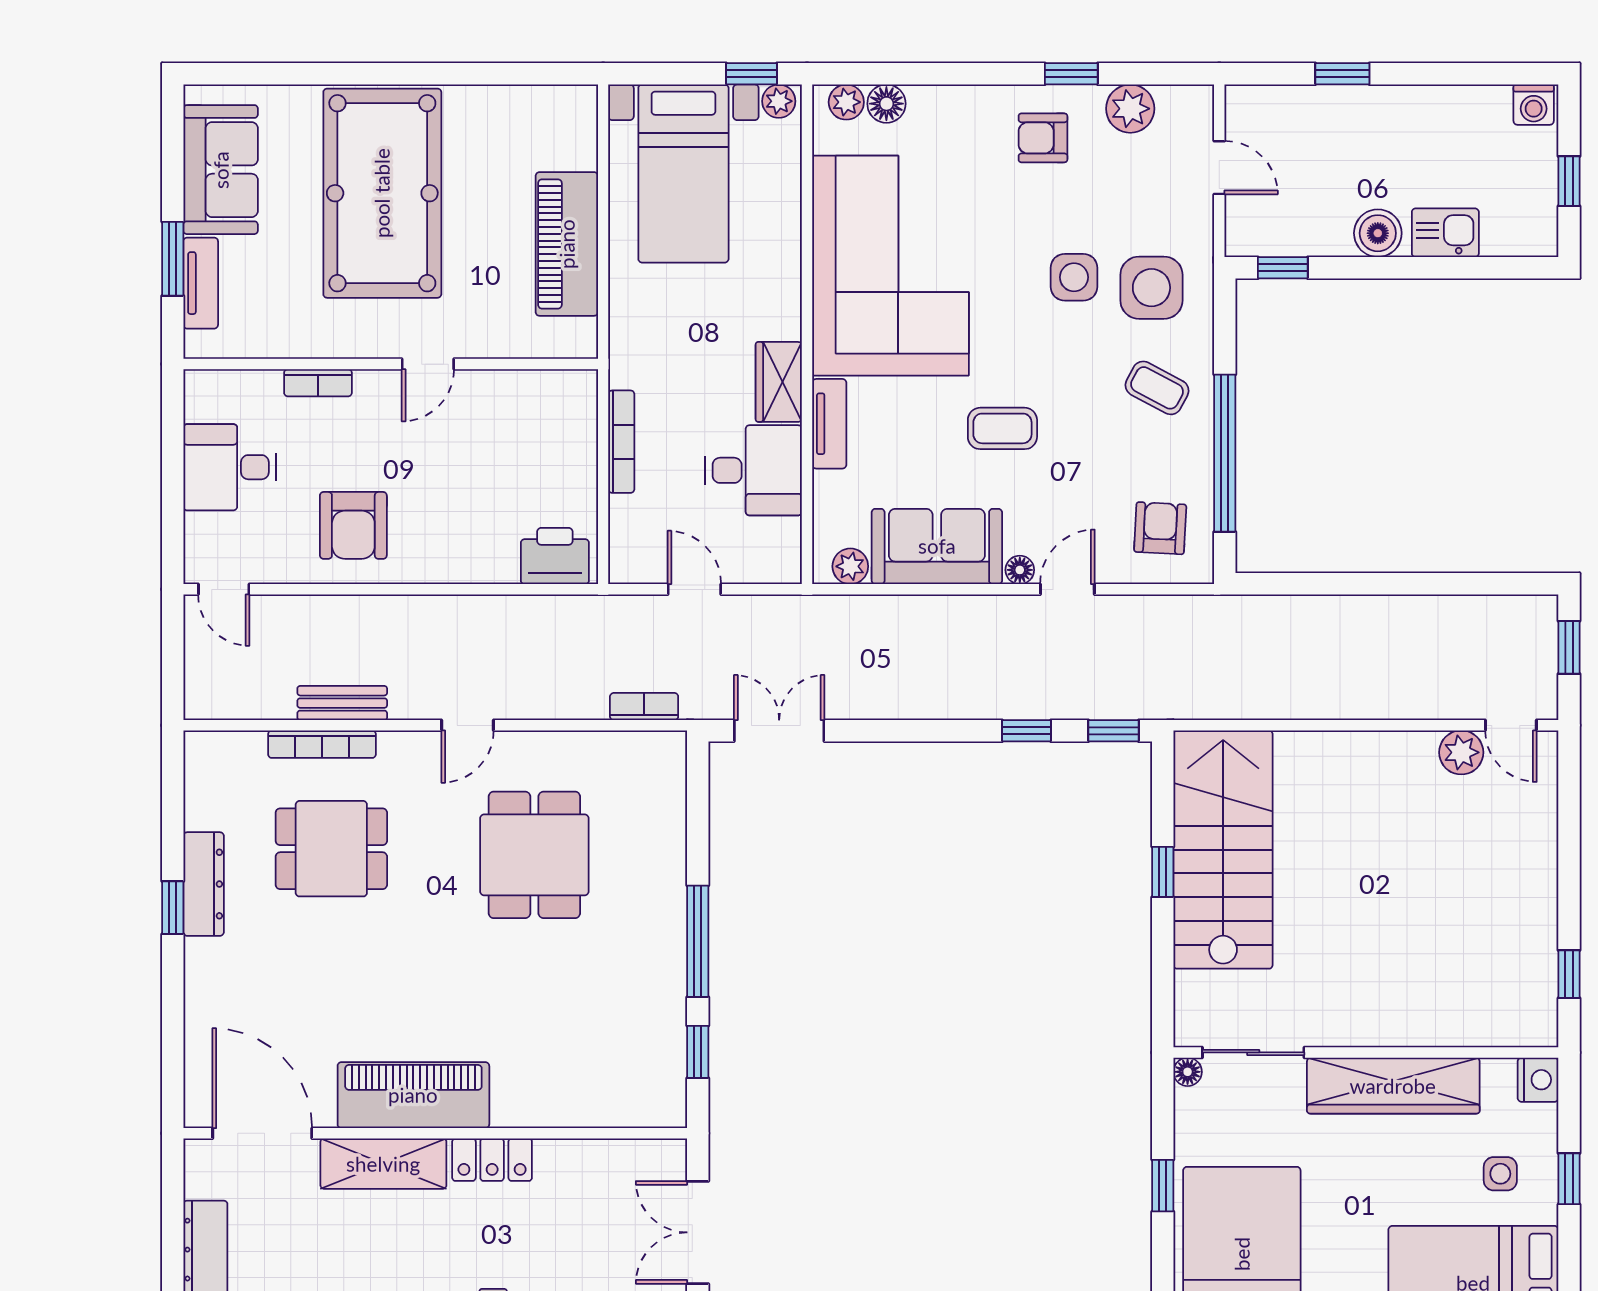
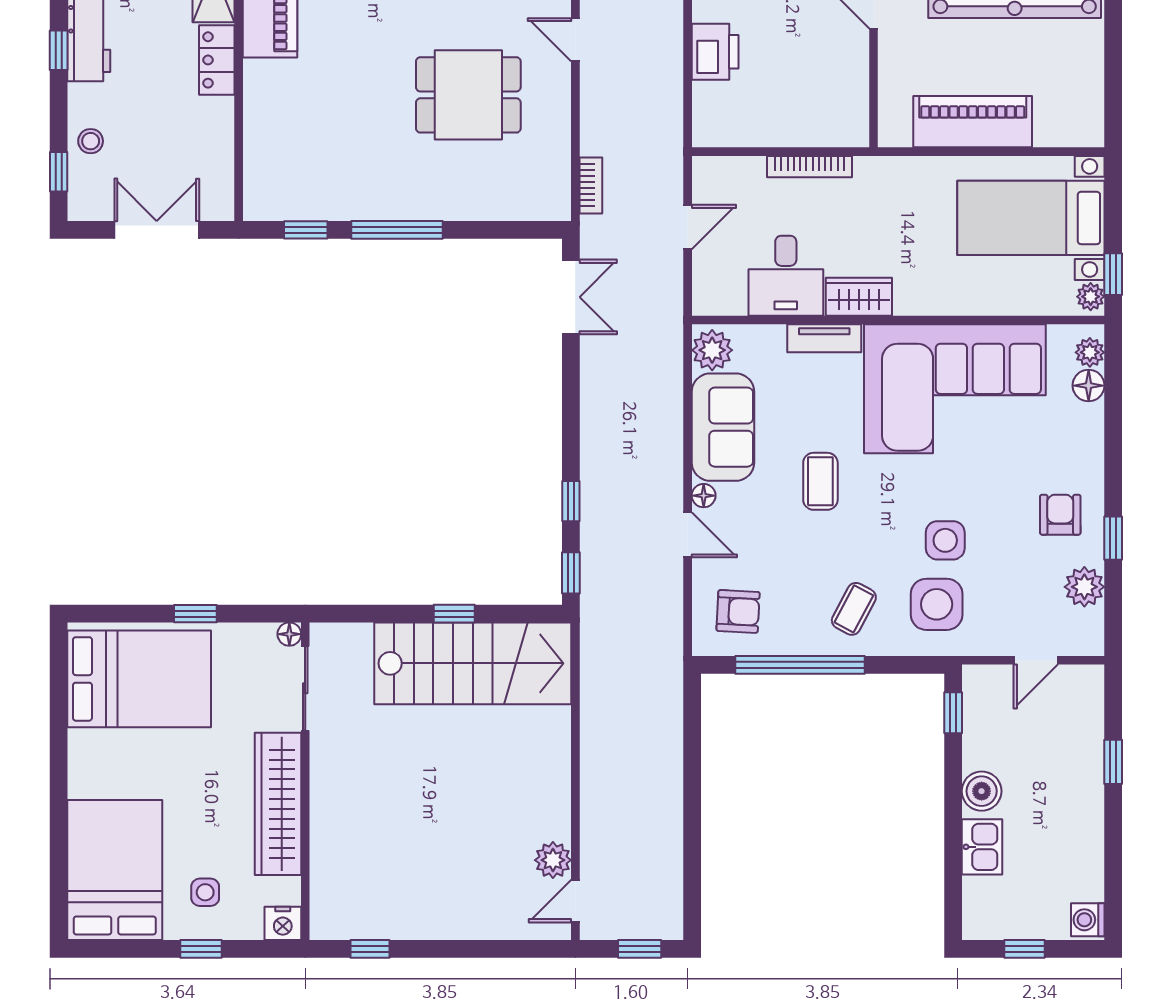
printer: (555, 556) -> (715, 52), moved
plant: (850, 566) -> (712, 350), width x1.38, depth x1.38

